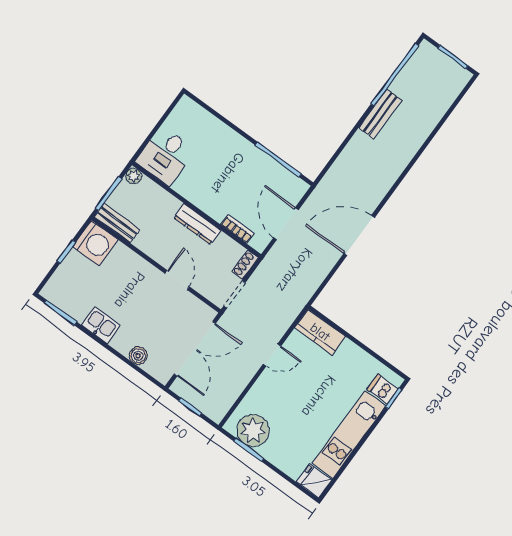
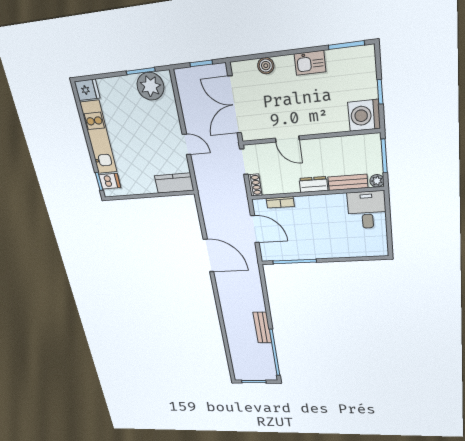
bench: (117, 223) -> (348, 182), moved
dresser: (197, 224) -> (313, 184), width x0.70
door: (359, 236) -> (209, 256), hinge flipped
door: (272, 355) -> (186, 144), swing flipped

